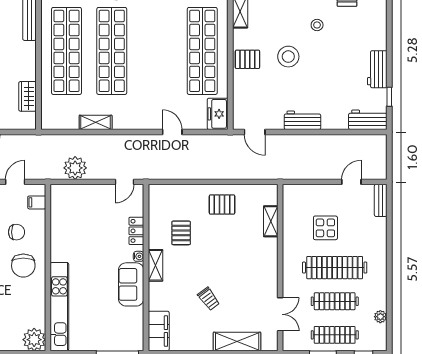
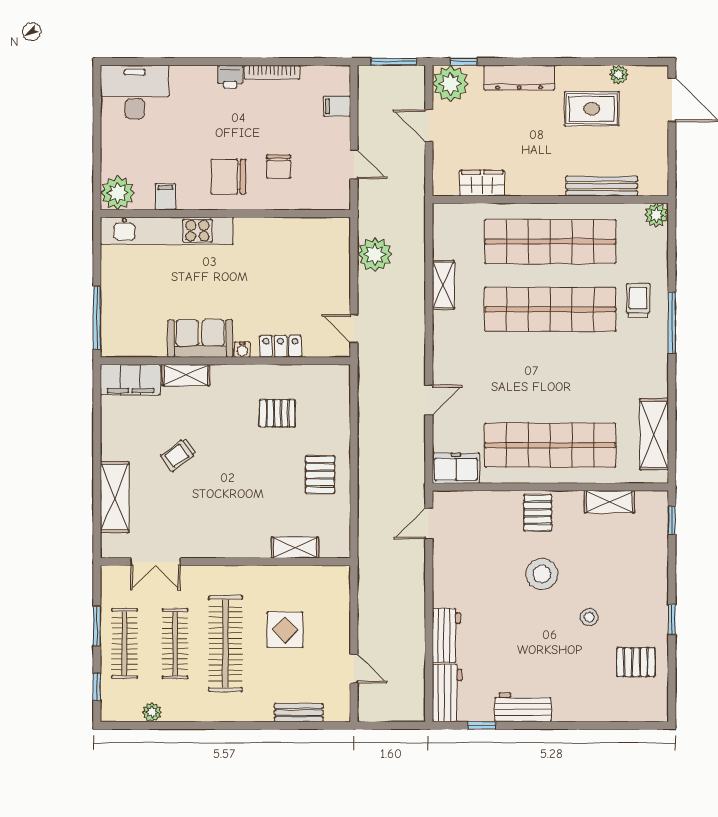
workbench: (302, 120) -> (446, 636), moved
bench: (381, 200) -> (299, 713), moved
filing cabinet: (37, 202) -> (165, 197), moved
shelving: (156, 265) -> (186, 375), moved

